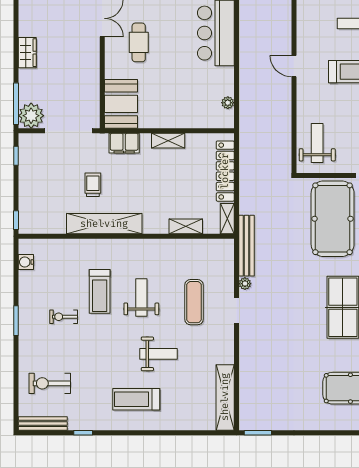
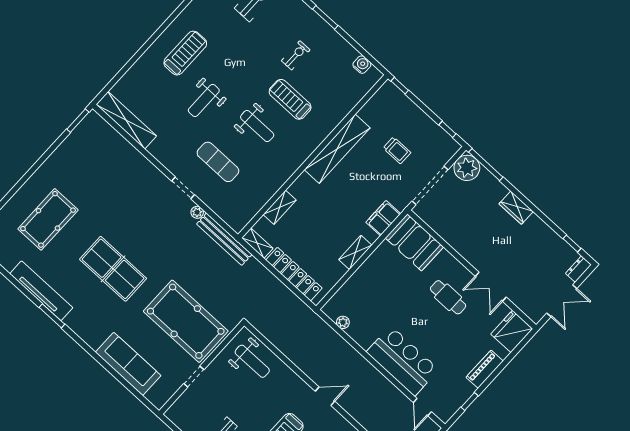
trolley: (93, 185) -> (397, 150), moved

